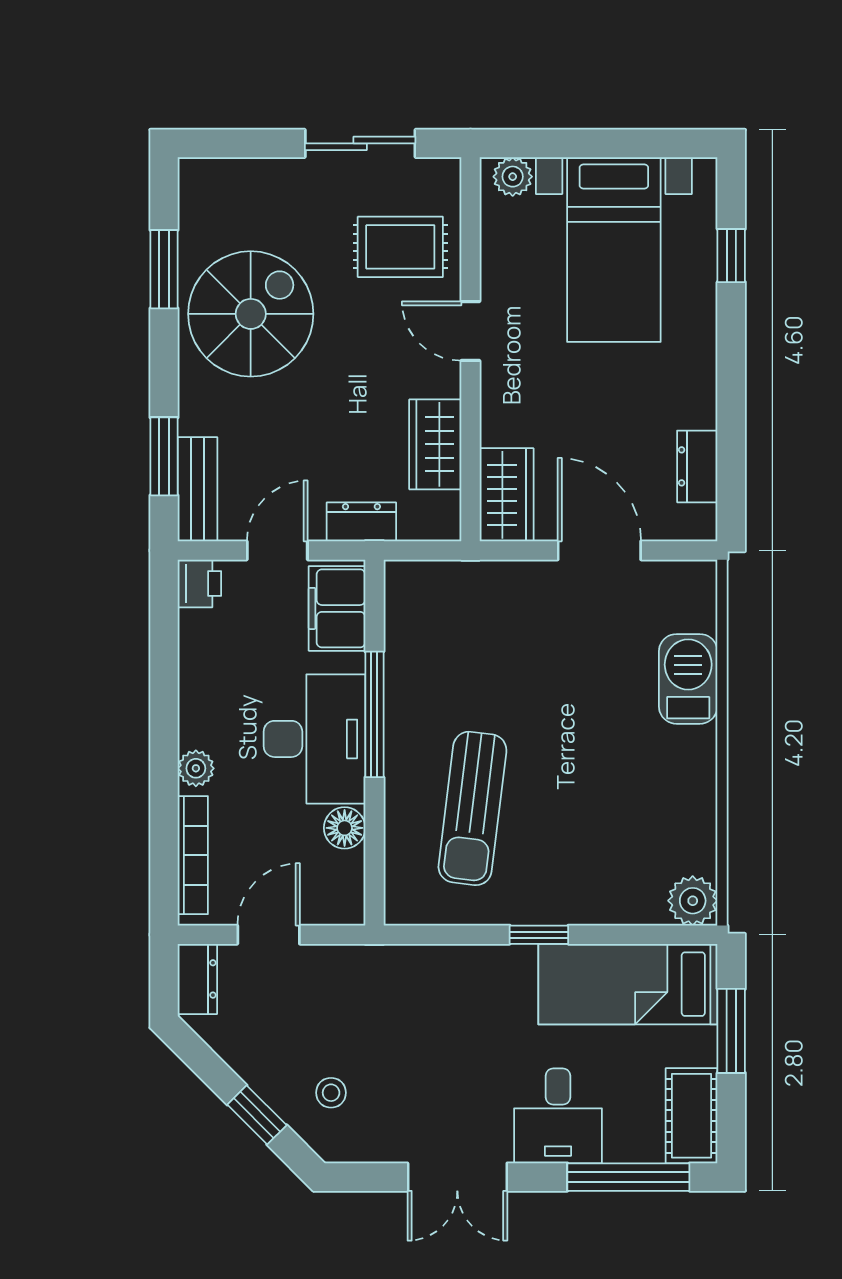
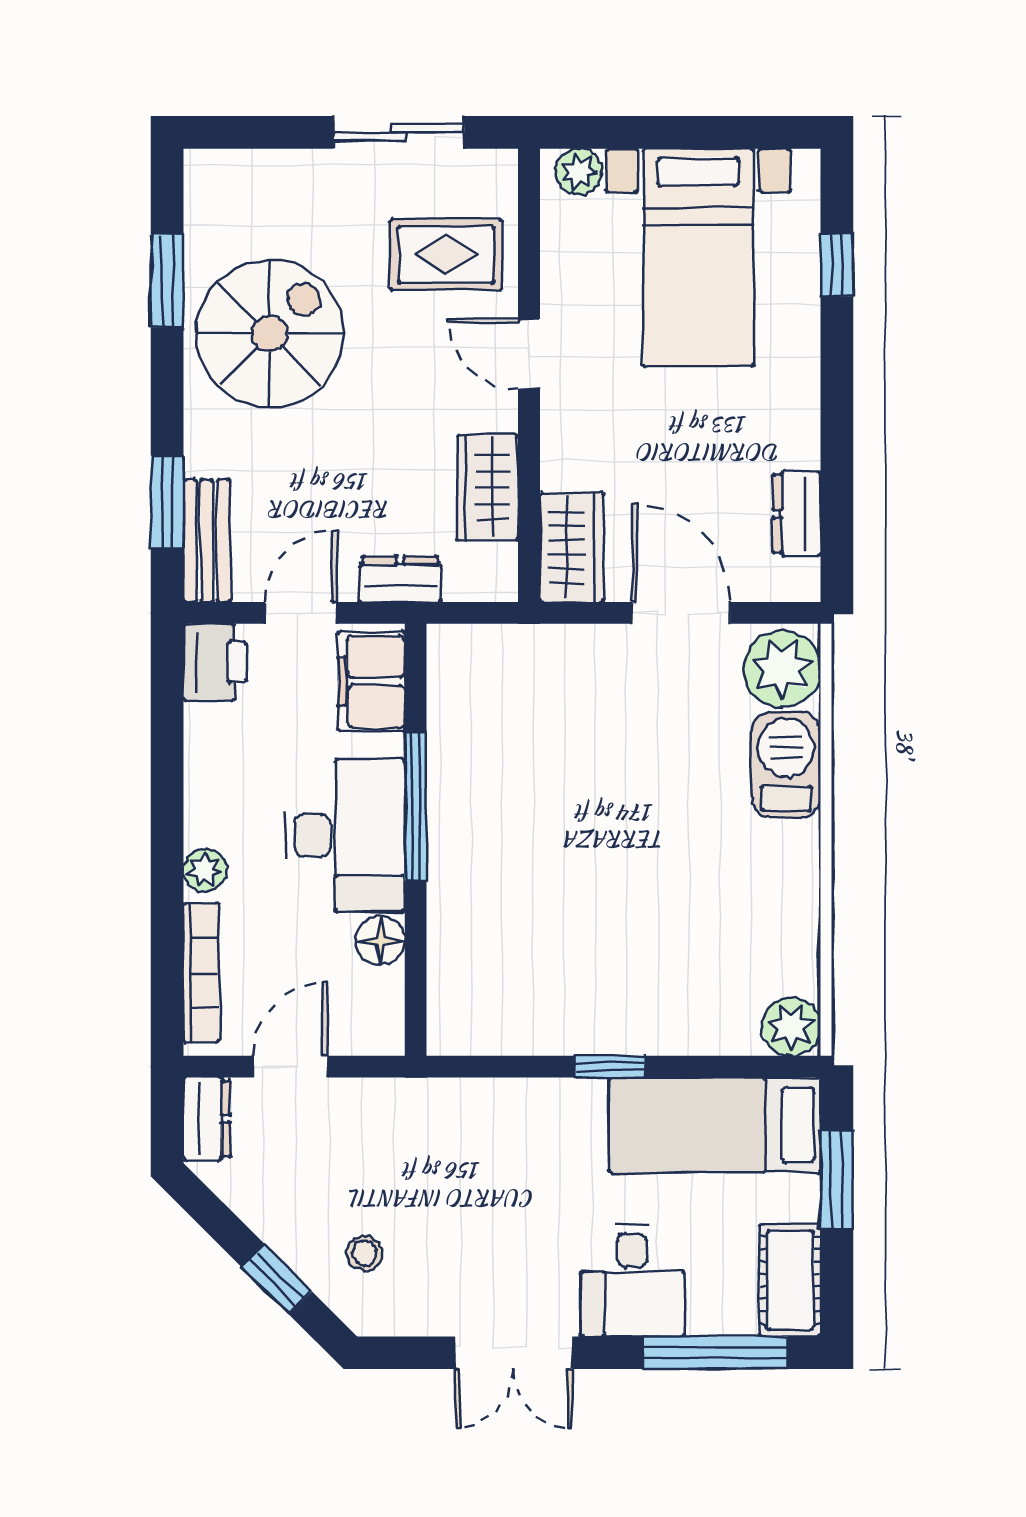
printer: (199, 583) -> (215, 662), width x1.36, depth x1.24
plant: (685, 598) -> (782, 669), added
sun lounger: (472, 808) -> (531, 918), removed

